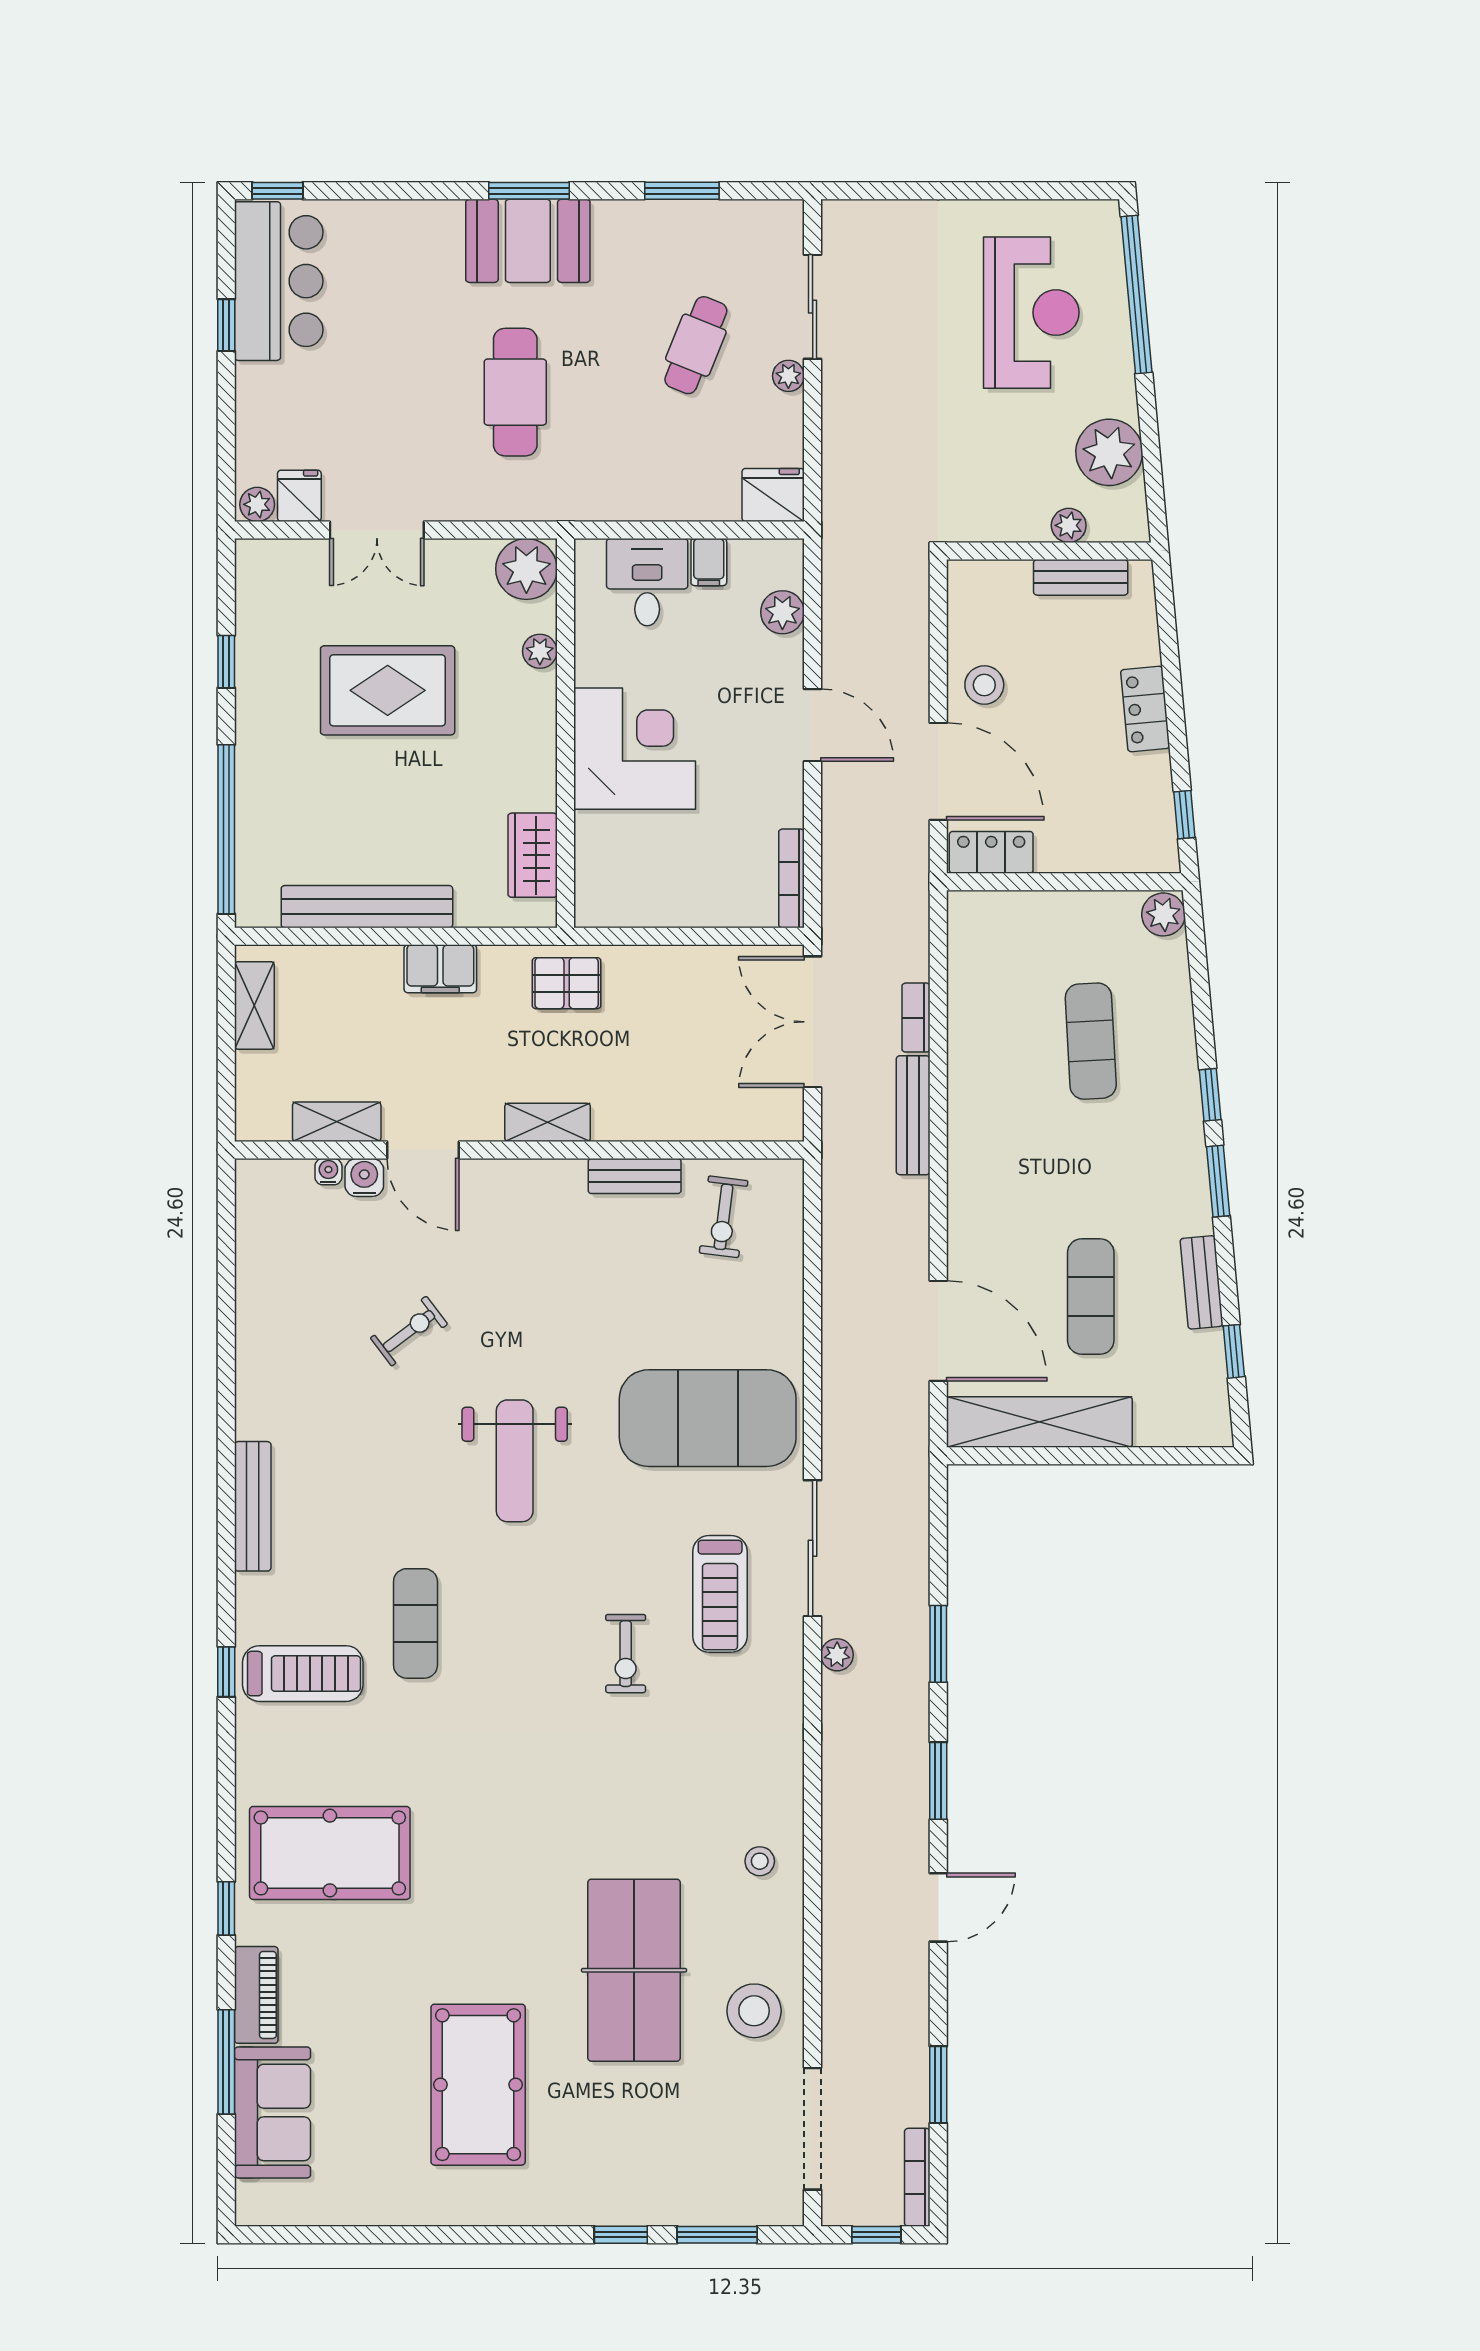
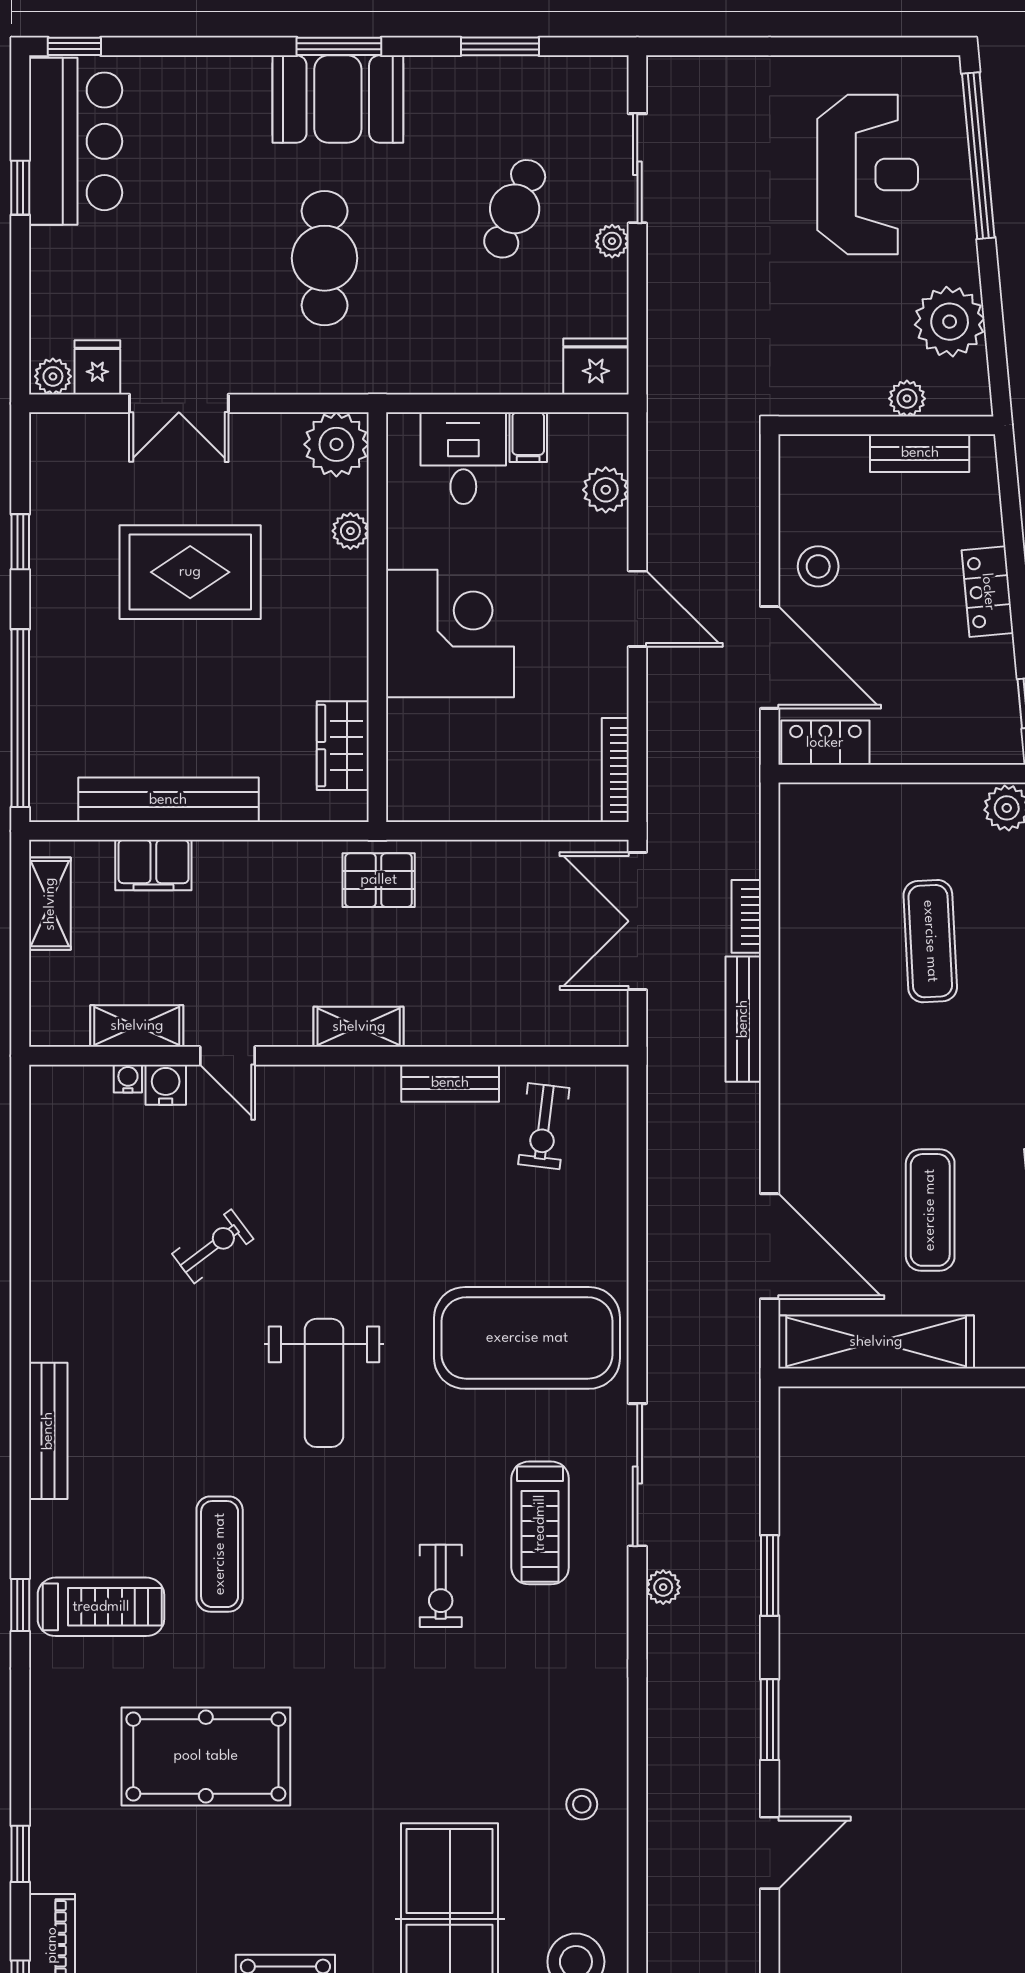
filing cabinet: (440, 969) -> (153, 865), moved
door: (423, 1150) -> (227, 1056), width x0.73
pool table: (330, 1853) -> (206, 1756), moved

